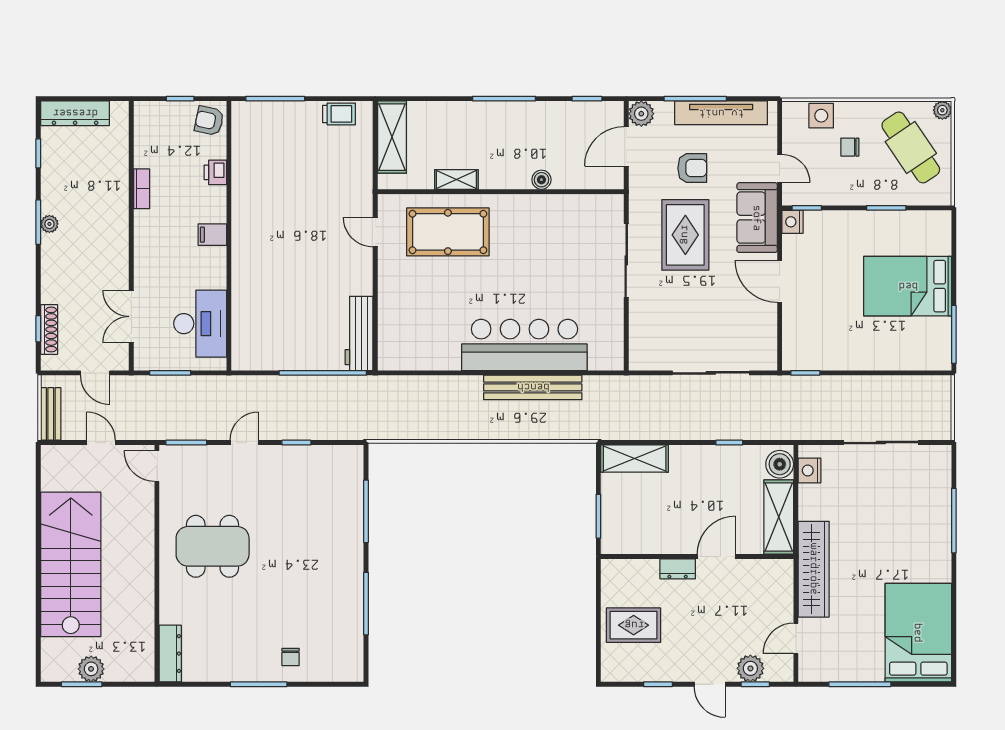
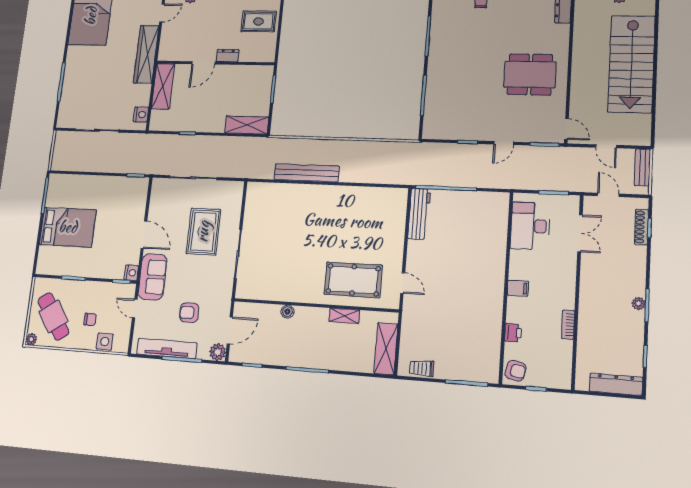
rug: (685, 235) -> (203, 232), moved
bar counter: (524, 345) -> (309, 201), removed
boiler: (780, 464) -> (158, 119), removed

